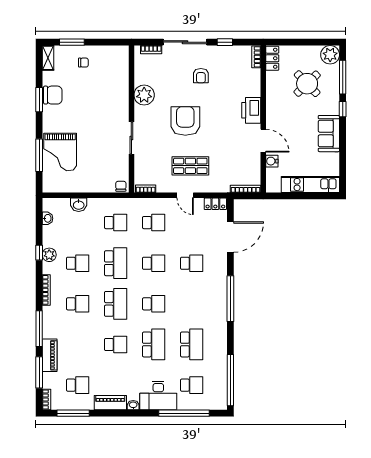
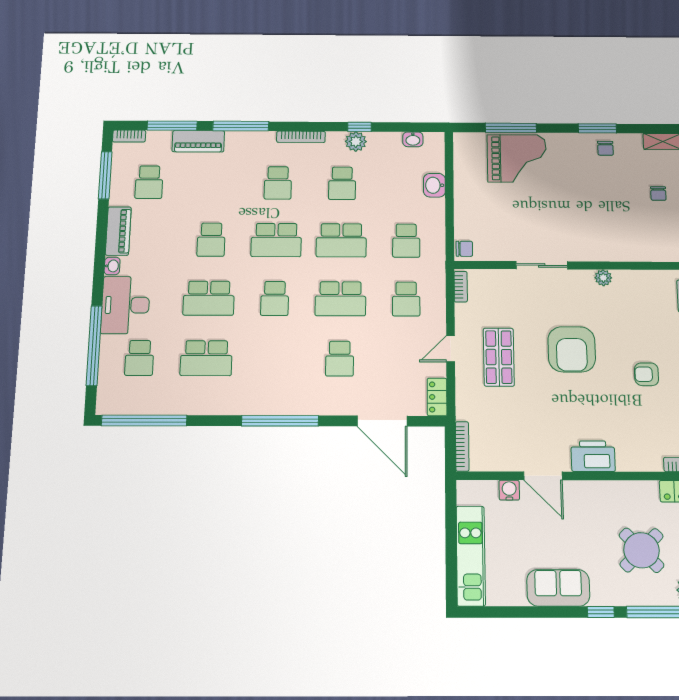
chair: (53, 95) -> (605, 148), width x0.54, depth x0.54
plant: (144, 95) -> (603, 278), width x0.53, depth x0.53
armchair: (185, 121) -> (572, 349), turned 90
door: (263, 141) -> (543, 476), hinge flipped
grand piano: (60, 152) -> (517, 158), turned 180
school desk: (154, 263) -> (340, 299), width x1.85

